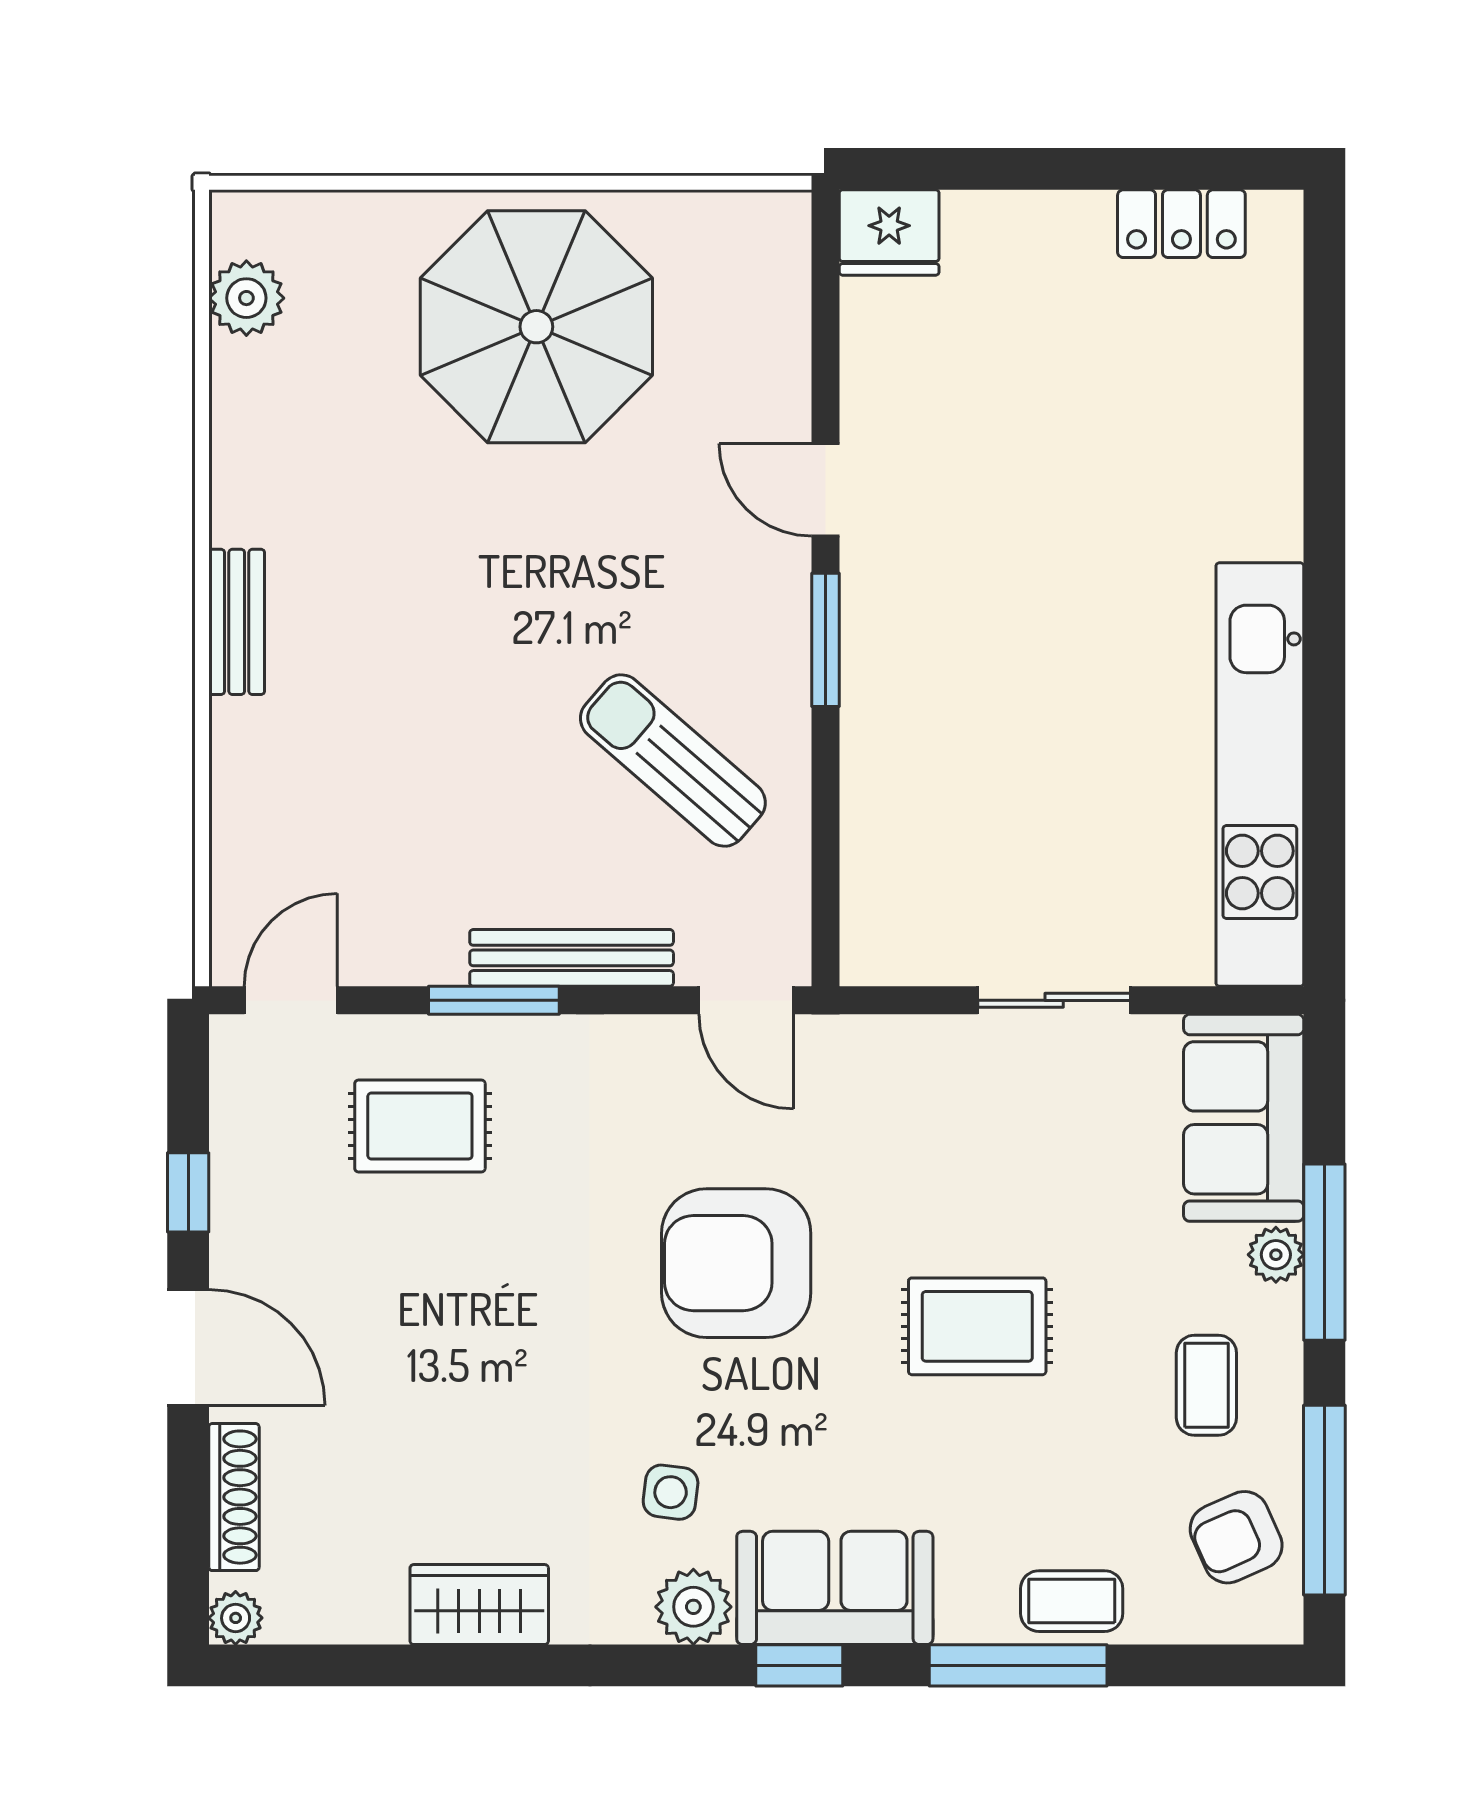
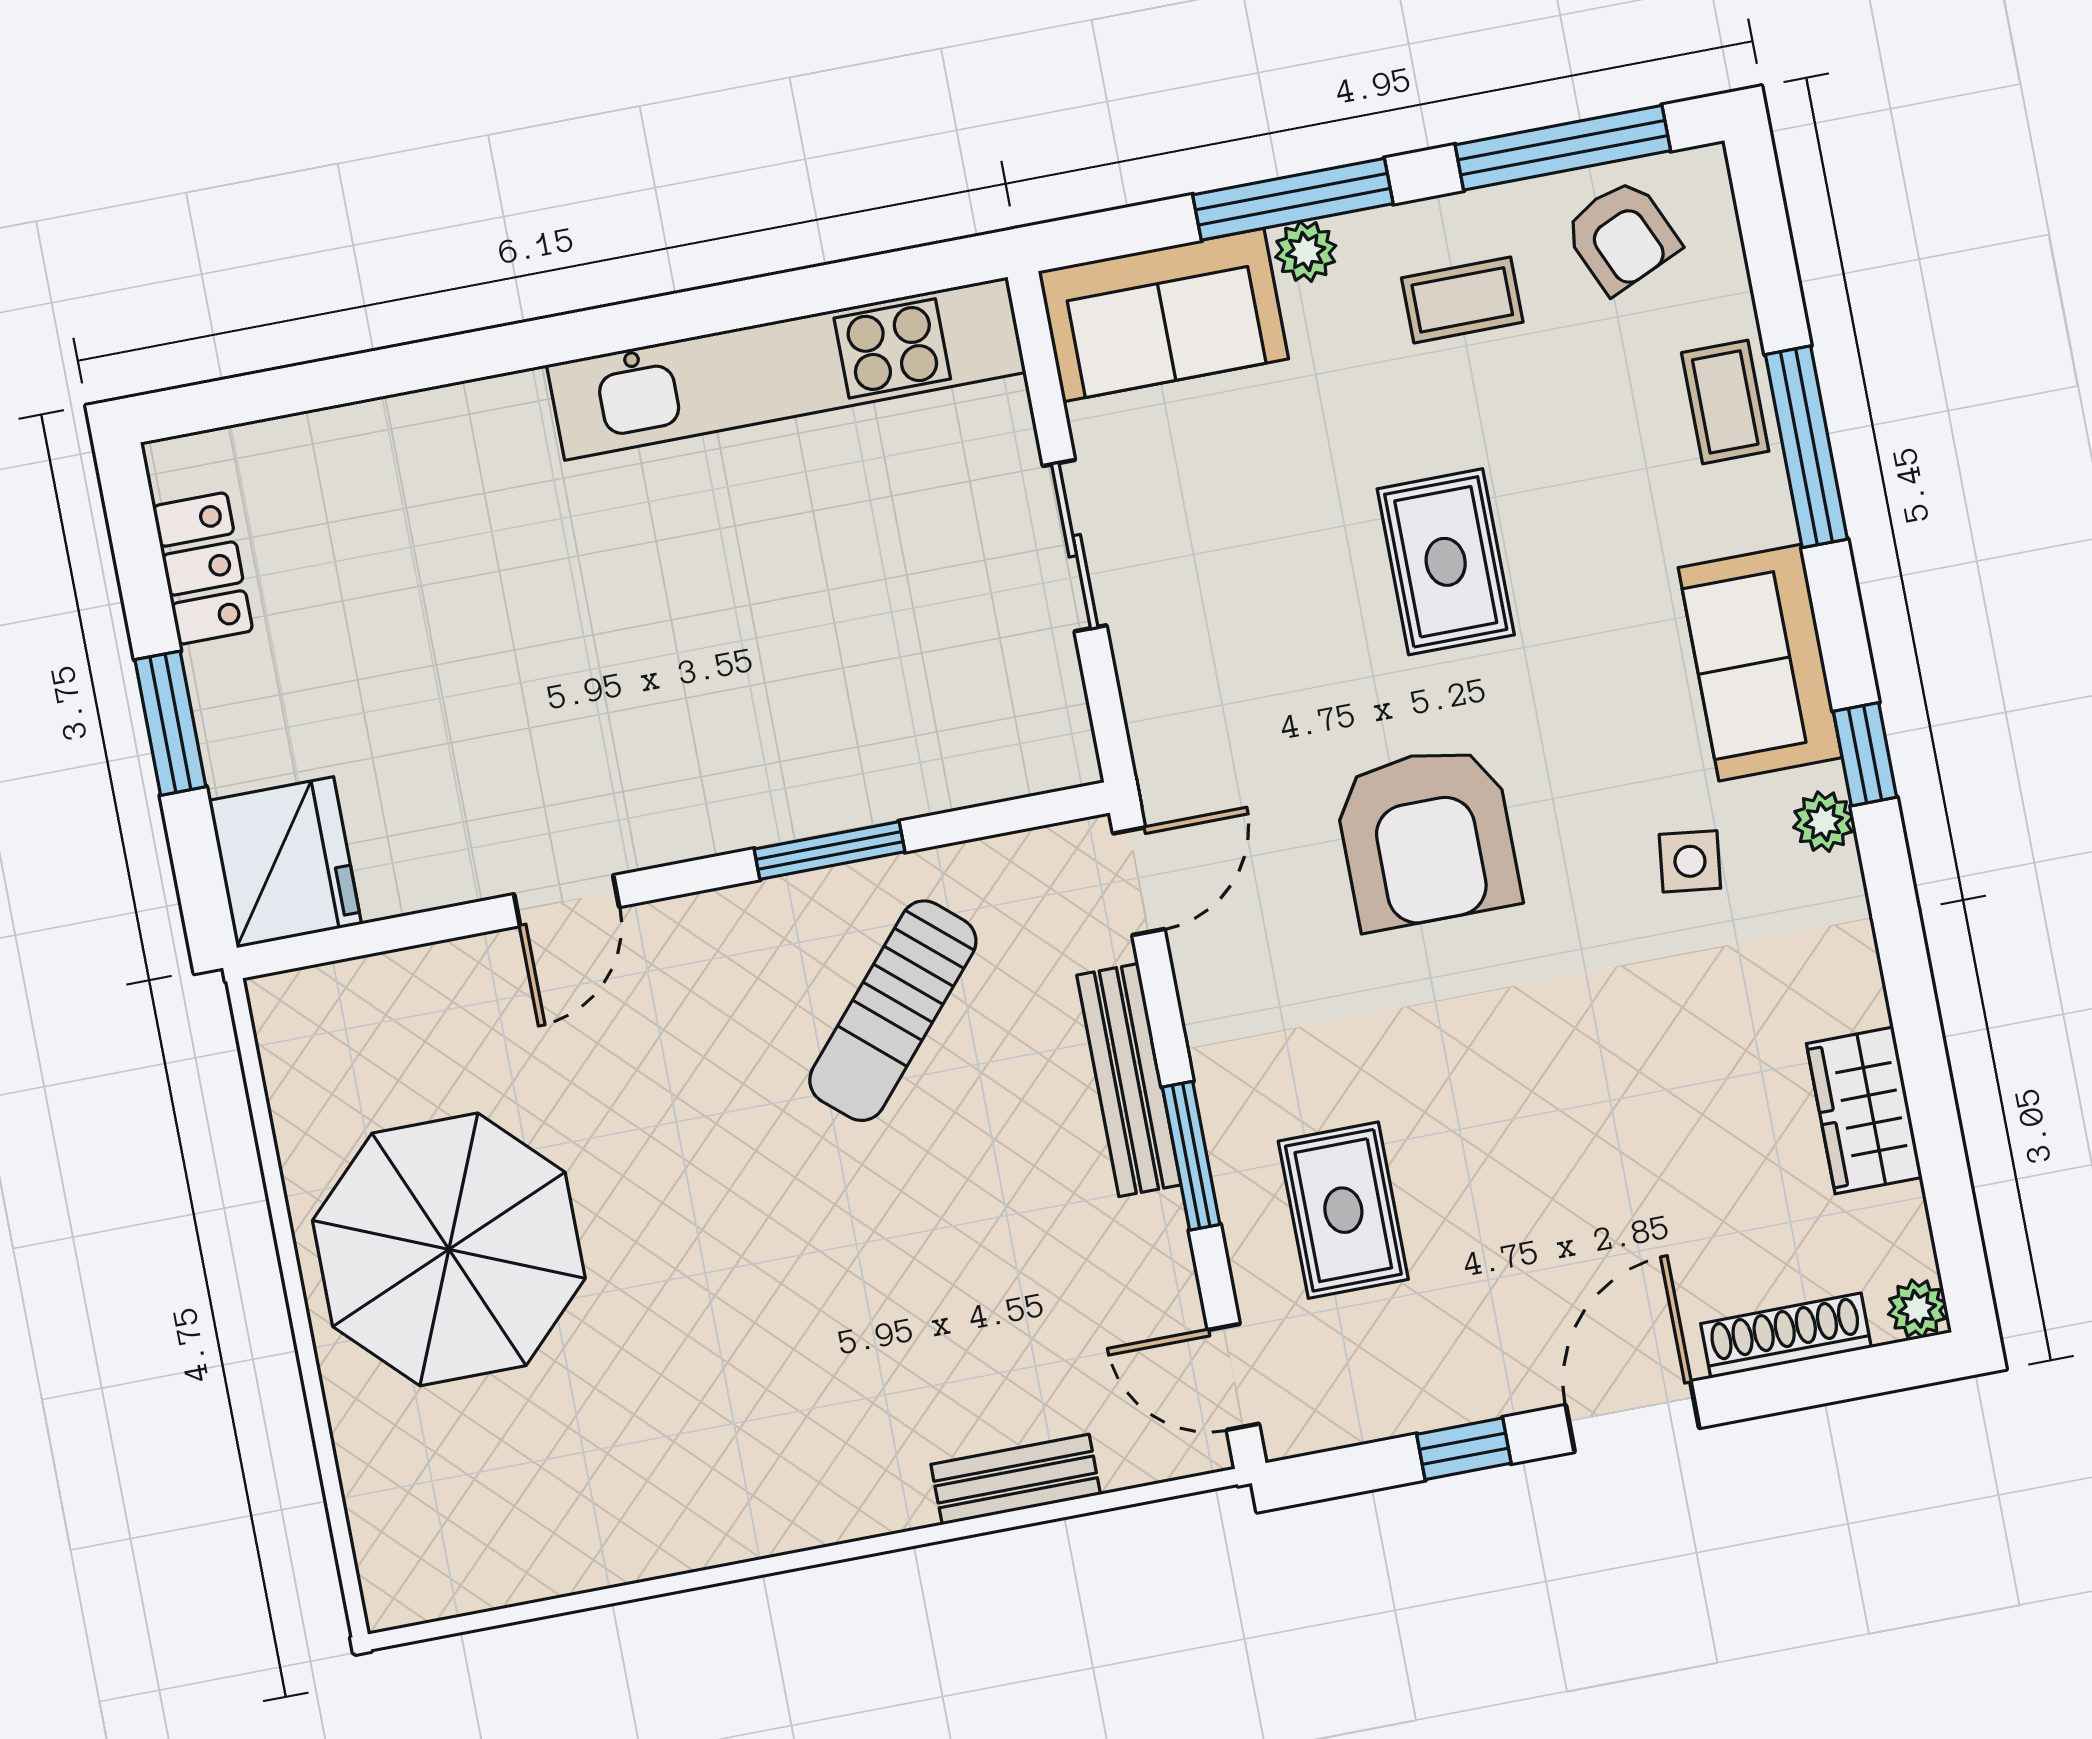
window: (1050, 169) -> (170, 723), added
fridge: (889, 233) -> (285, 862), width x1.36, depth x1.34
plant: (246, 298) -> (478, 1571), removed
bench: (237, 622) -> (1016, 1479), moved
window: (826, 640) -> (830, 850), moved
wardrobe: (479, 1605) -> (1864, 1110), moved
plant: (693, 1607) -> (1823, 822), width x0.73, depth x0.73
window: (799, 1665) -> (1865, 754), moved

